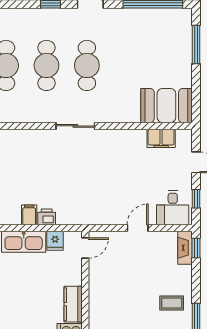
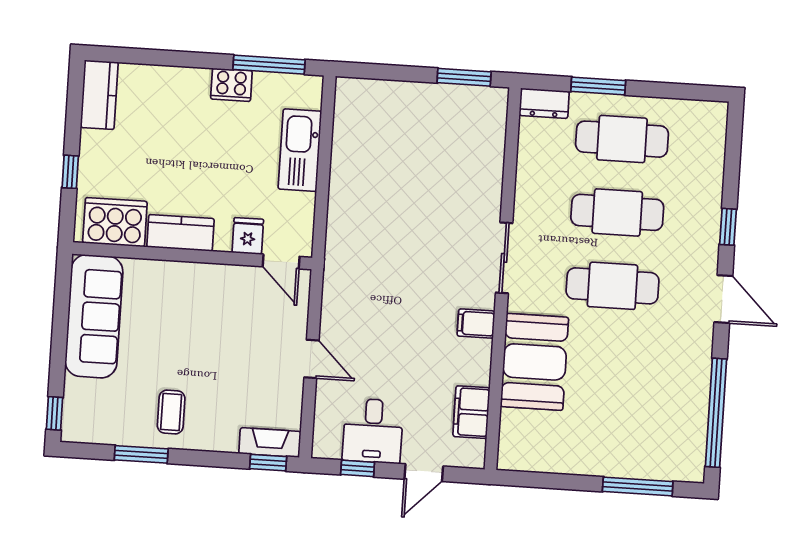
booth: (166, 106) -> (534, 362), moved
desk: (173, 208) -> (373, 431), moved, turned -90
filing cabinet: (29, 215) -> (476, 324), moved, turned 180
printer: (47, 217) -> (342, 195), removed
fridge: (55, 241) -> (248, 236), moved, turned 90

